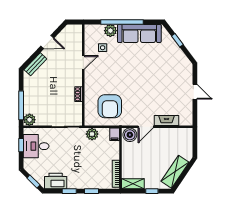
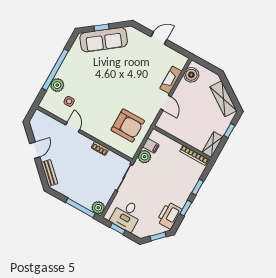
sofa: (139, 33) -> (104, 40), moved, turned 53
filing cabinet: (115, 134) -> (151, 146), moved
boiler: (130, 135) -> (191, 75), moved

